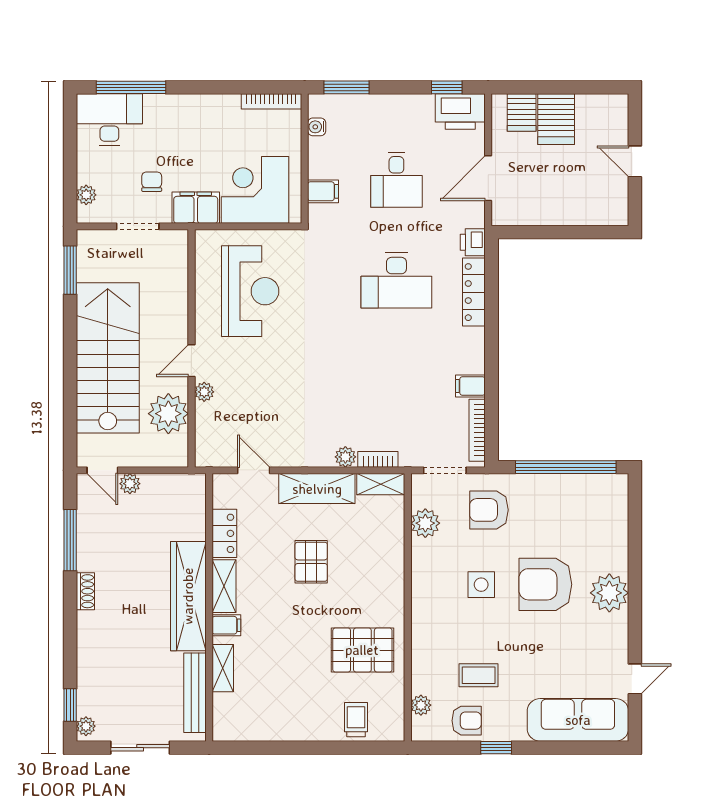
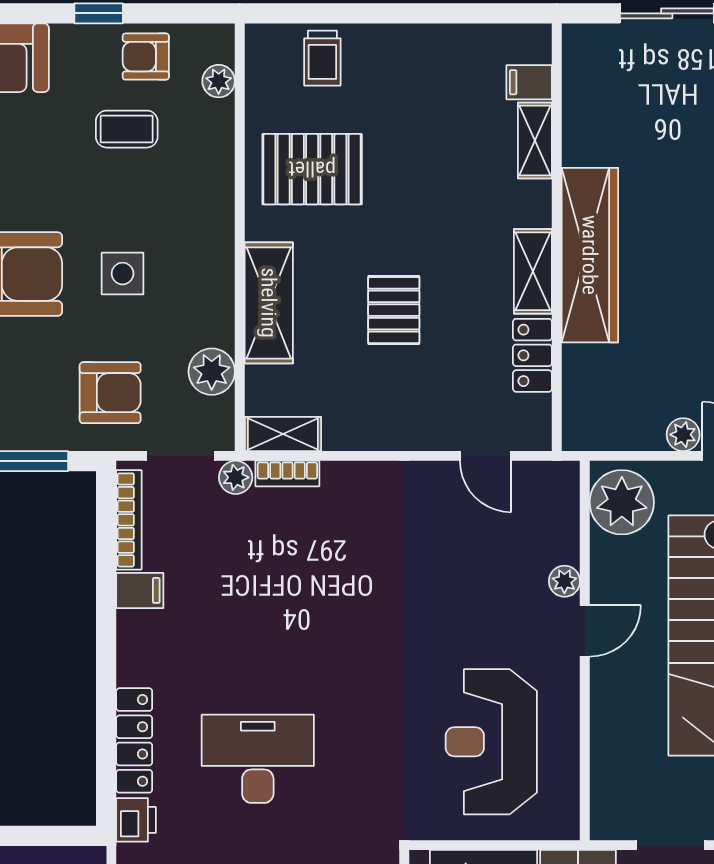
plant: (168, 414) -> (622, 502), moved
plant: (345, 457) -> (236, 477), moved
shelving: (317, 489) -> (269, 303), moved, turned 90
filing cabinet: (226, 625) -> (529, 82), moved
bench: (195, 693) -> (579, 101), removed

